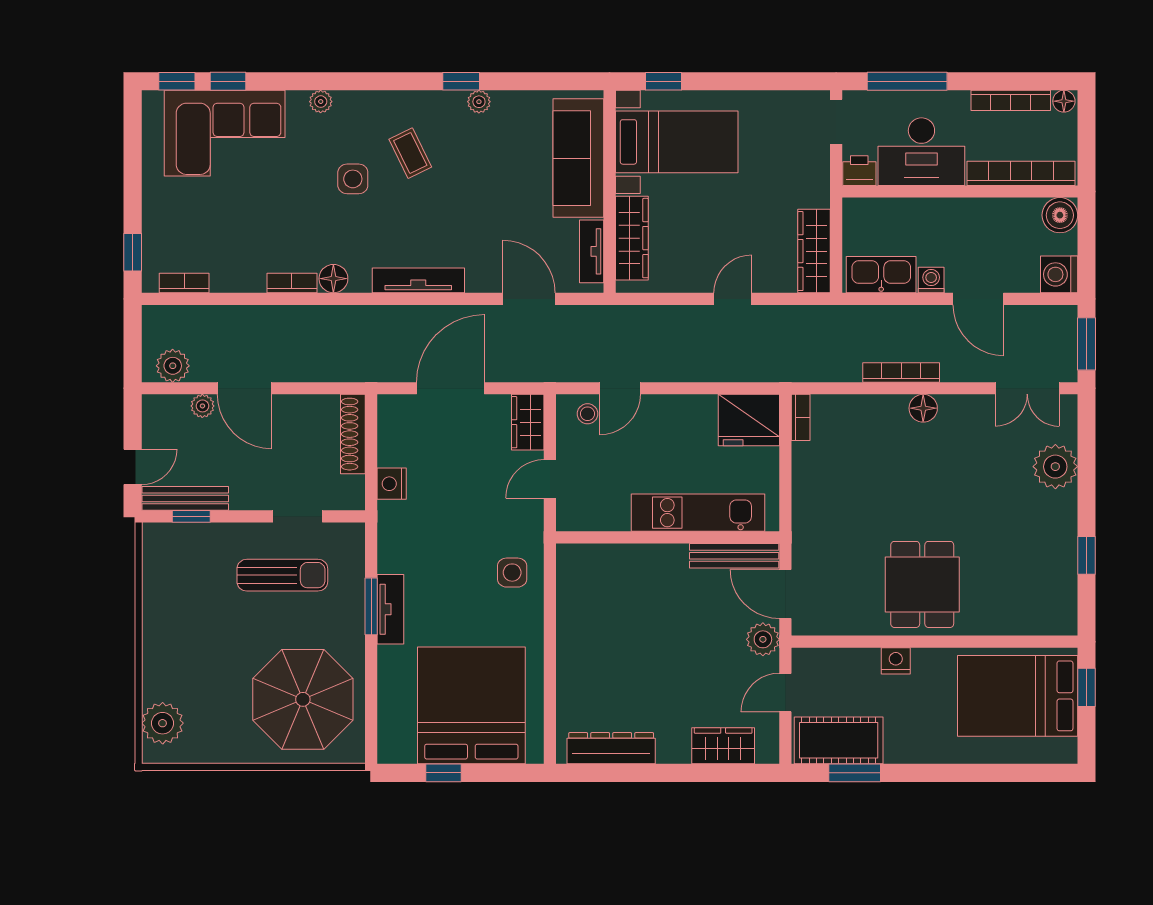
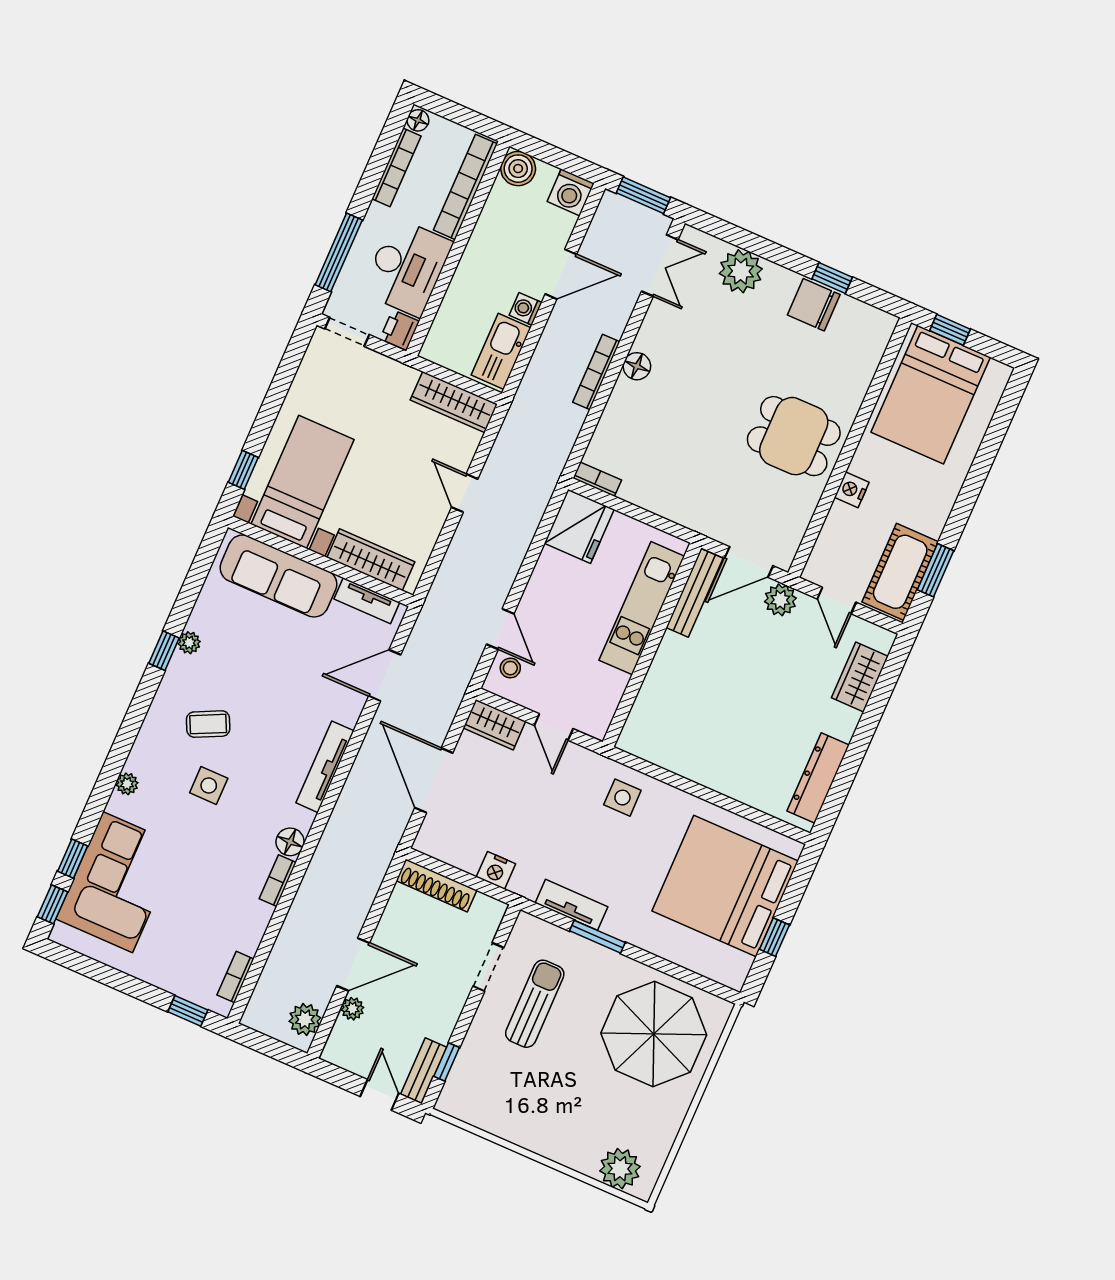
bench: (185, 498) -> (424, 1071), width x0.73
chair: (1054, 549) -> (814, 305), added
tv unit: (390, 609) -> (571, 905), moved

